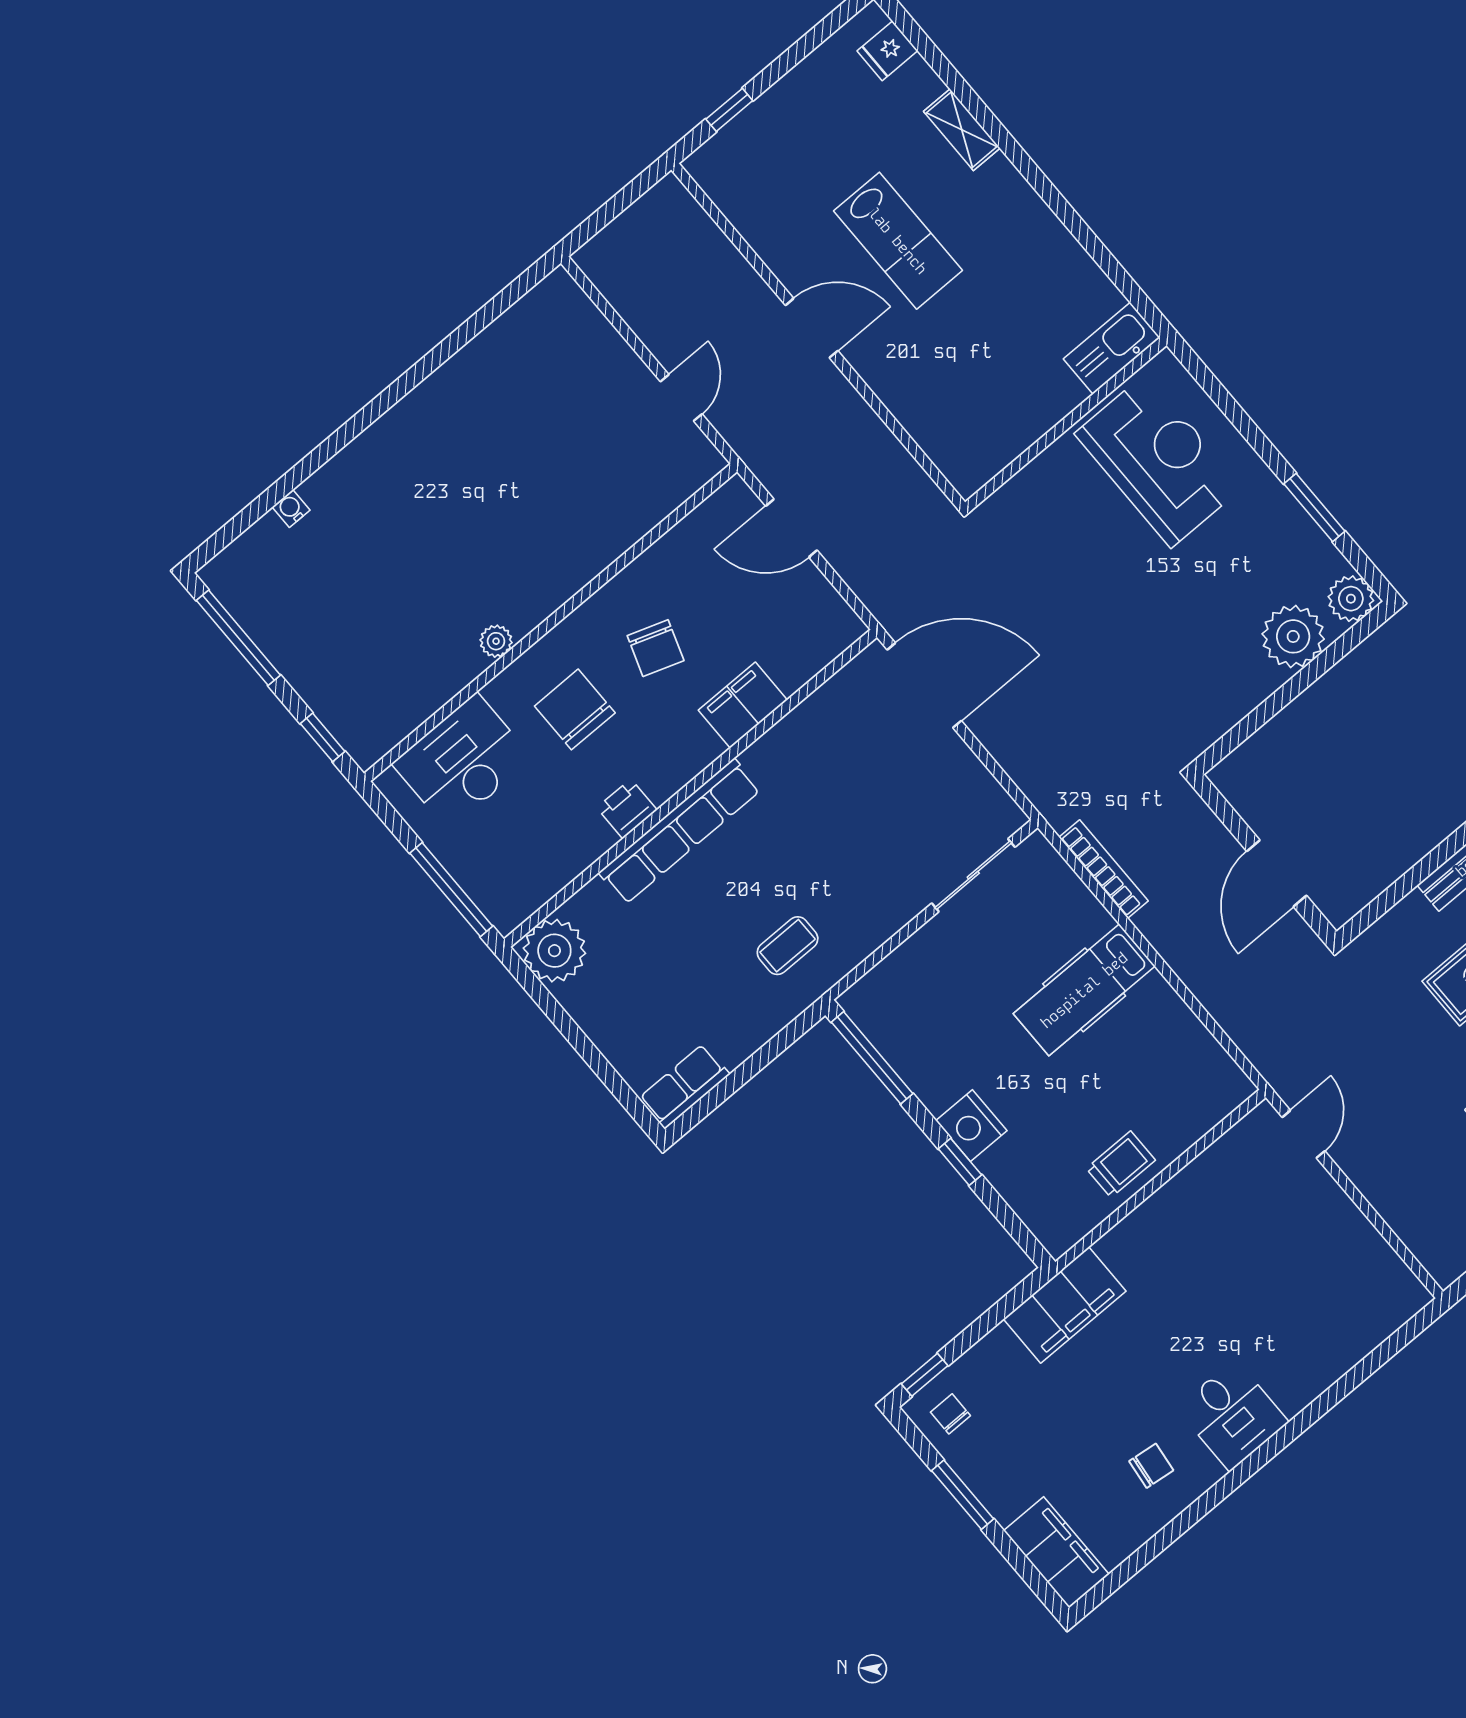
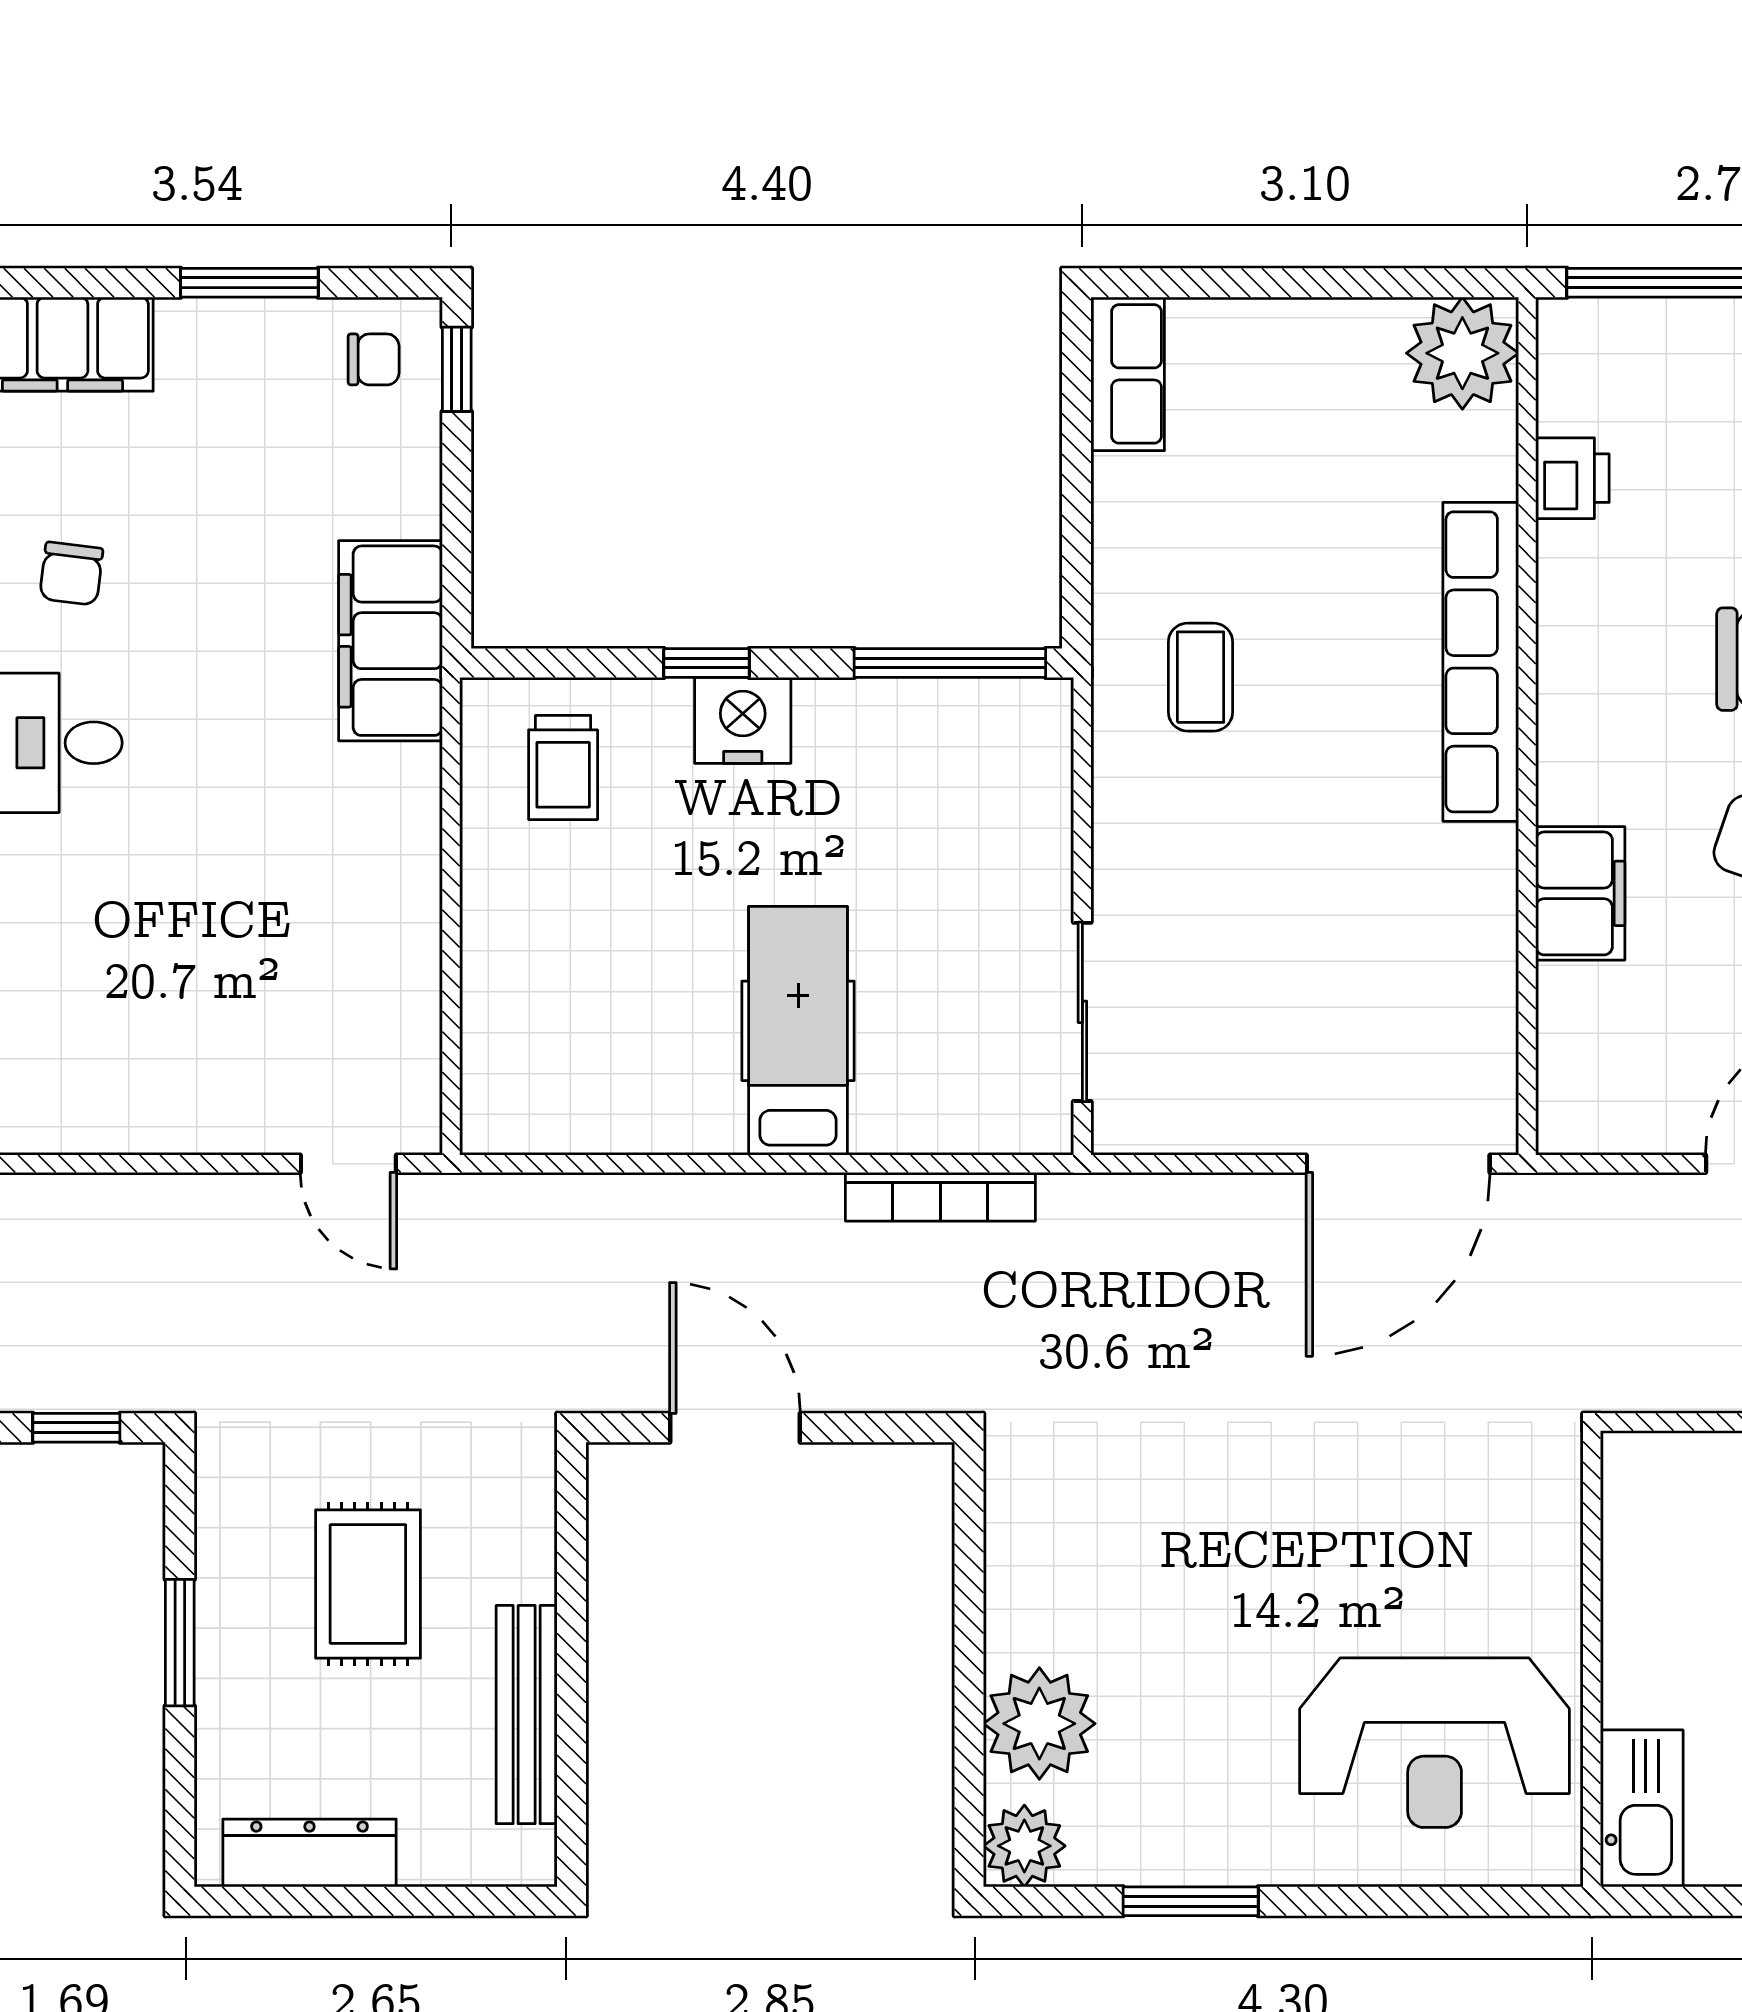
printer: (627, 809) -> (1572, 478), moved
trolley: (1121, 1164) -> (563, 767), moved

